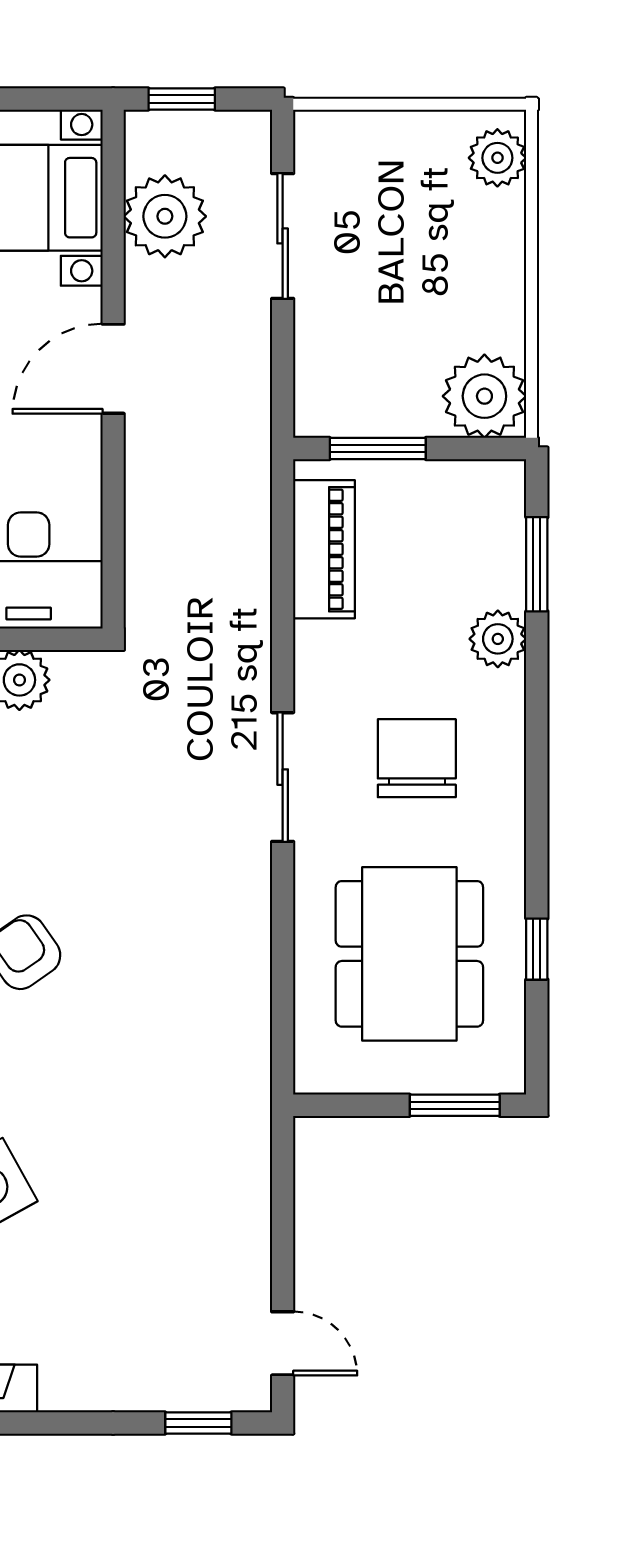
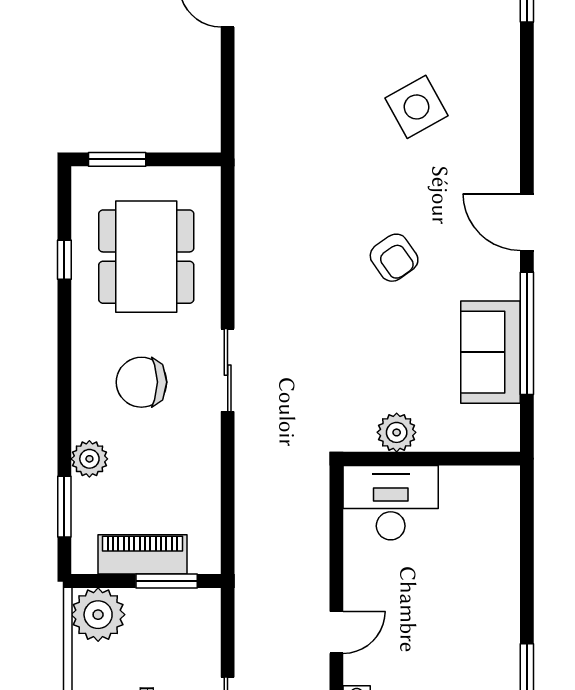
door: (113, 369) -> (336, 632), width x0.73
piano: (324, 549) -> (142, 554), moved, turned 90
chair: (417, 758) -> (141, 382), turned 90

